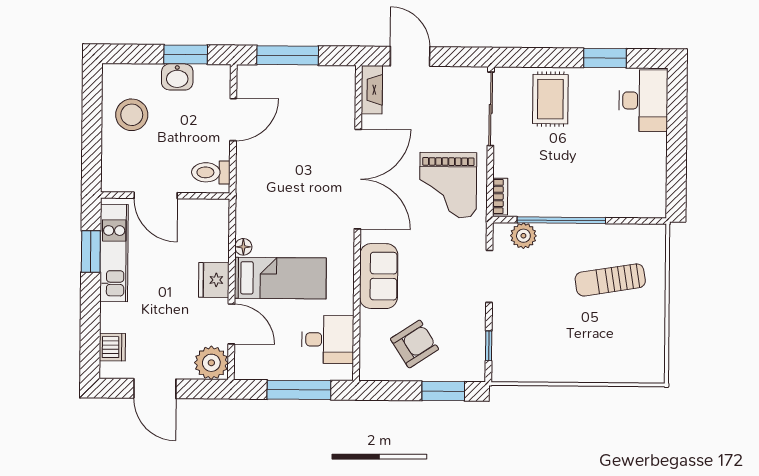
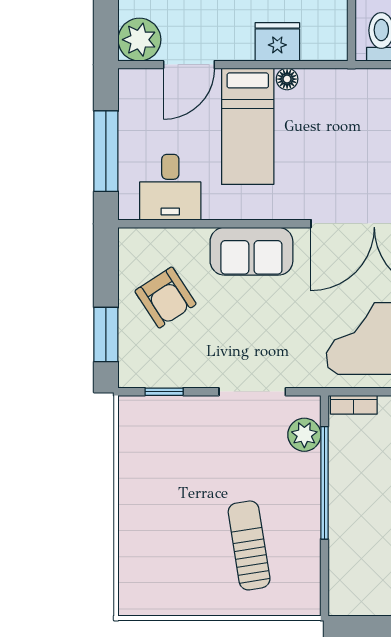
fridge: (214, 280) -> (277, 42), moved

